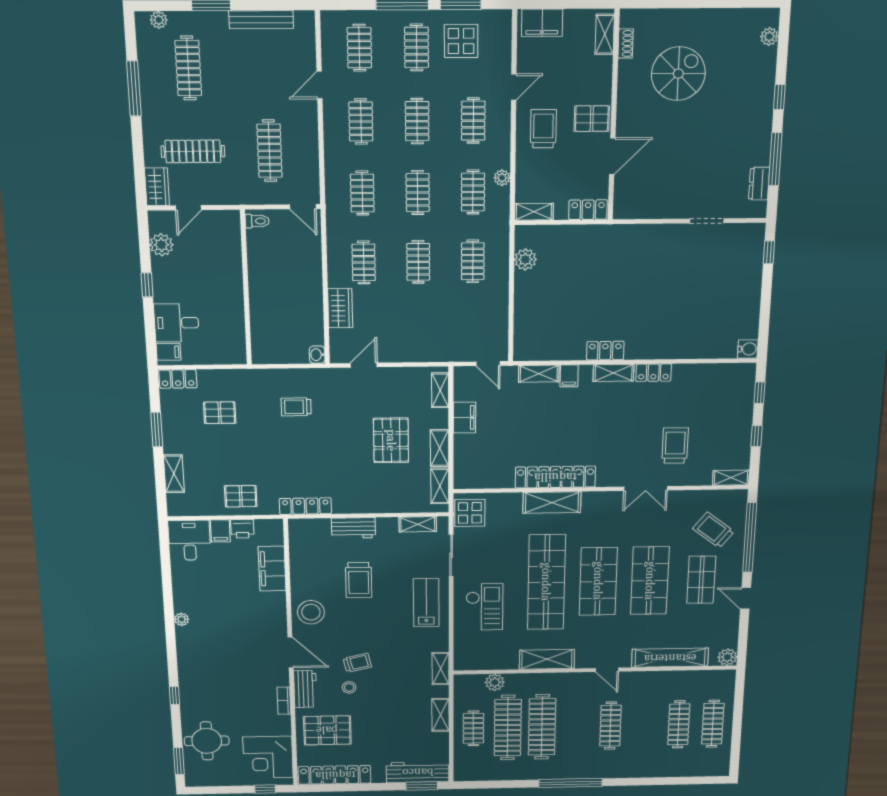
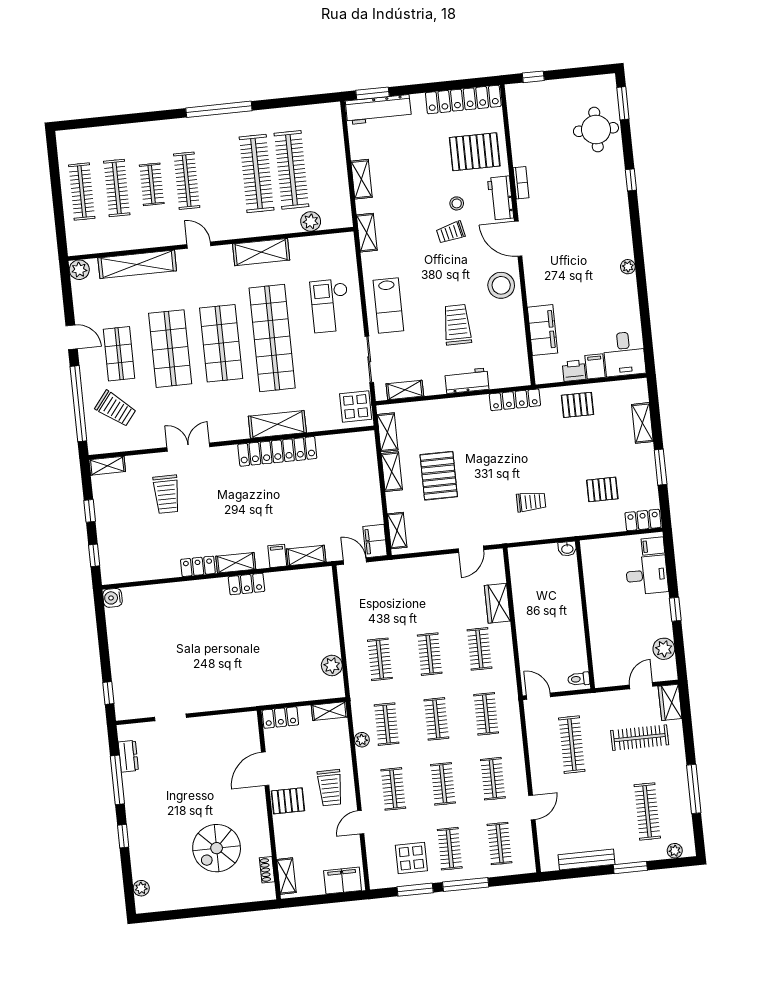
washbasin: (317, 355) -> (567, 549), moved, turned 90
filing cabinet: (464, 418) -> (375, 541), moved
clothes rail: (473, 728) -> (152, 184), moved
corner desk: (268, 757) -> (533, 115), removed

